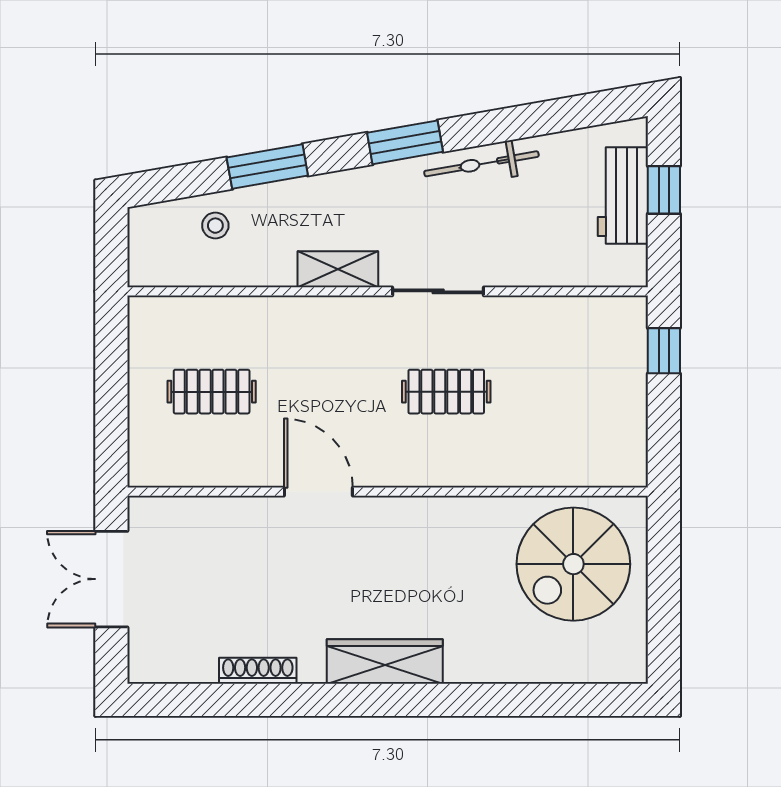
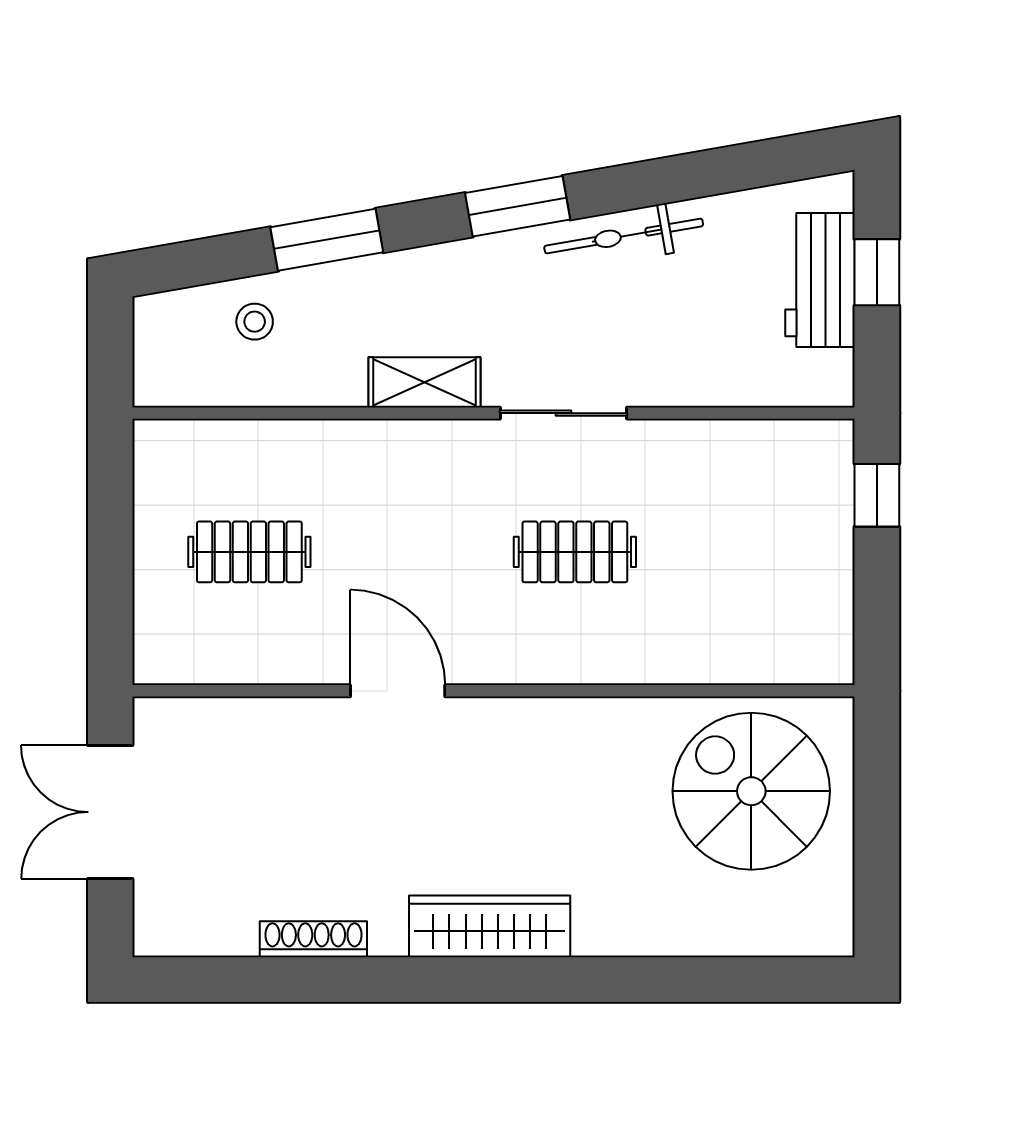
spiral stairs: (573, 564) -> (751, 791), turned 90

